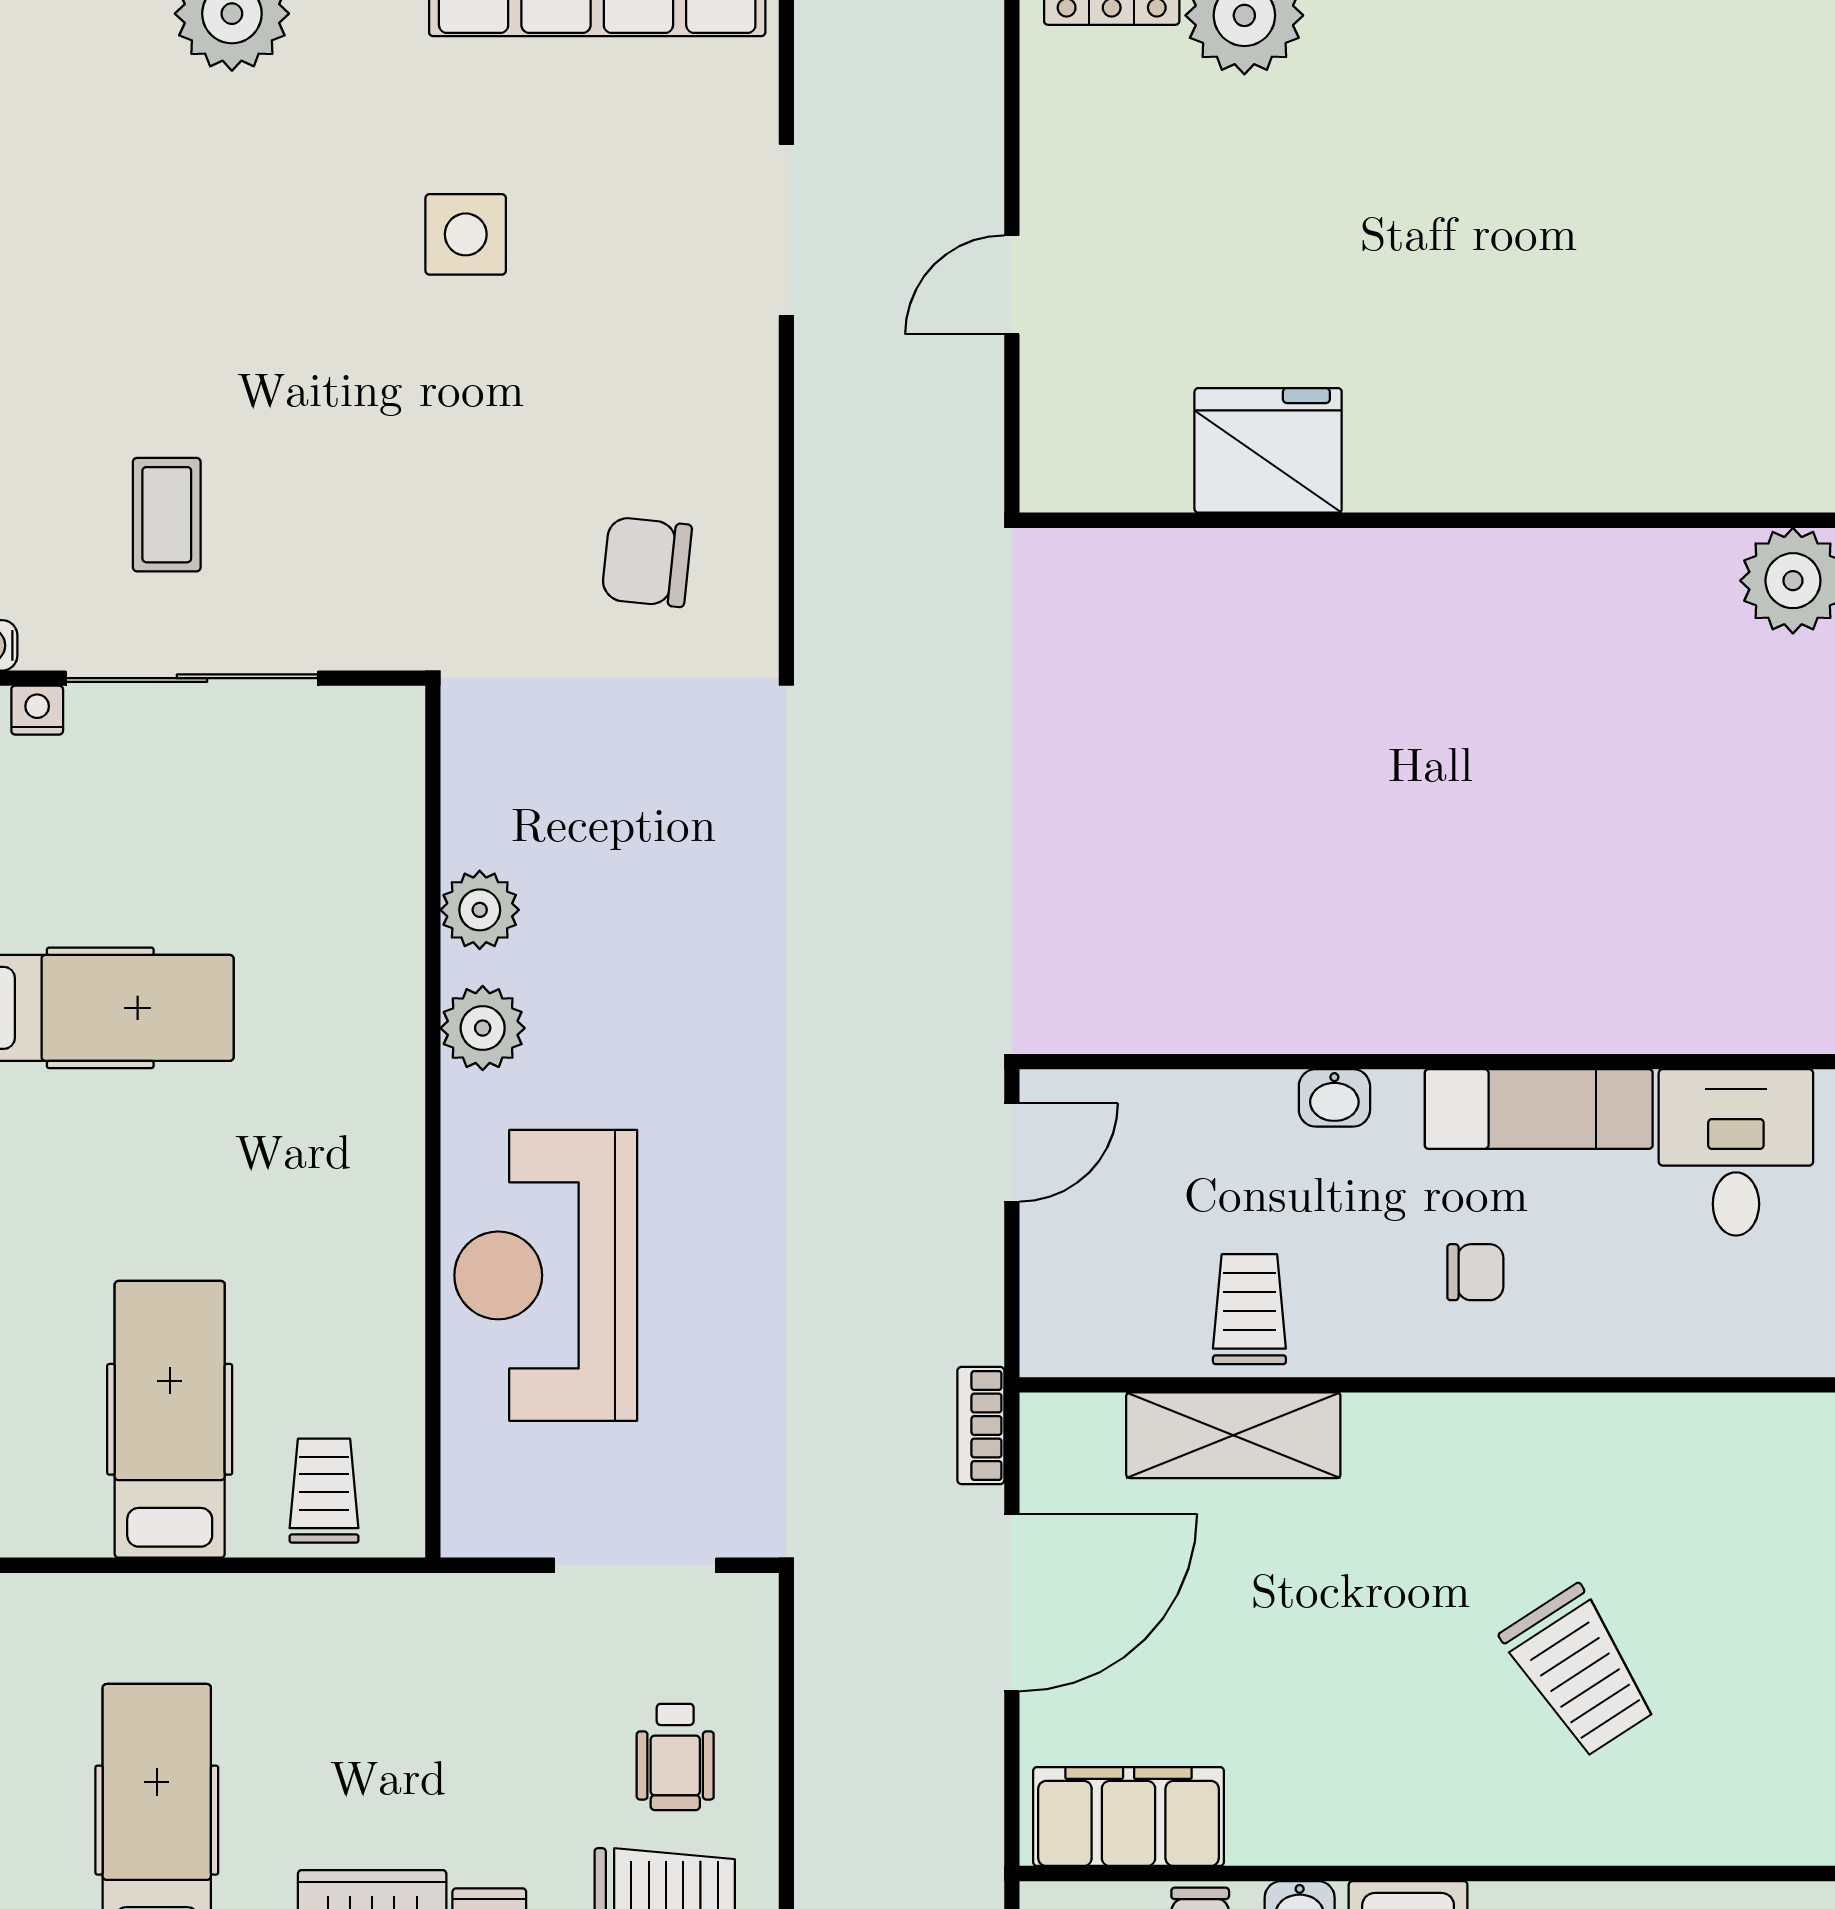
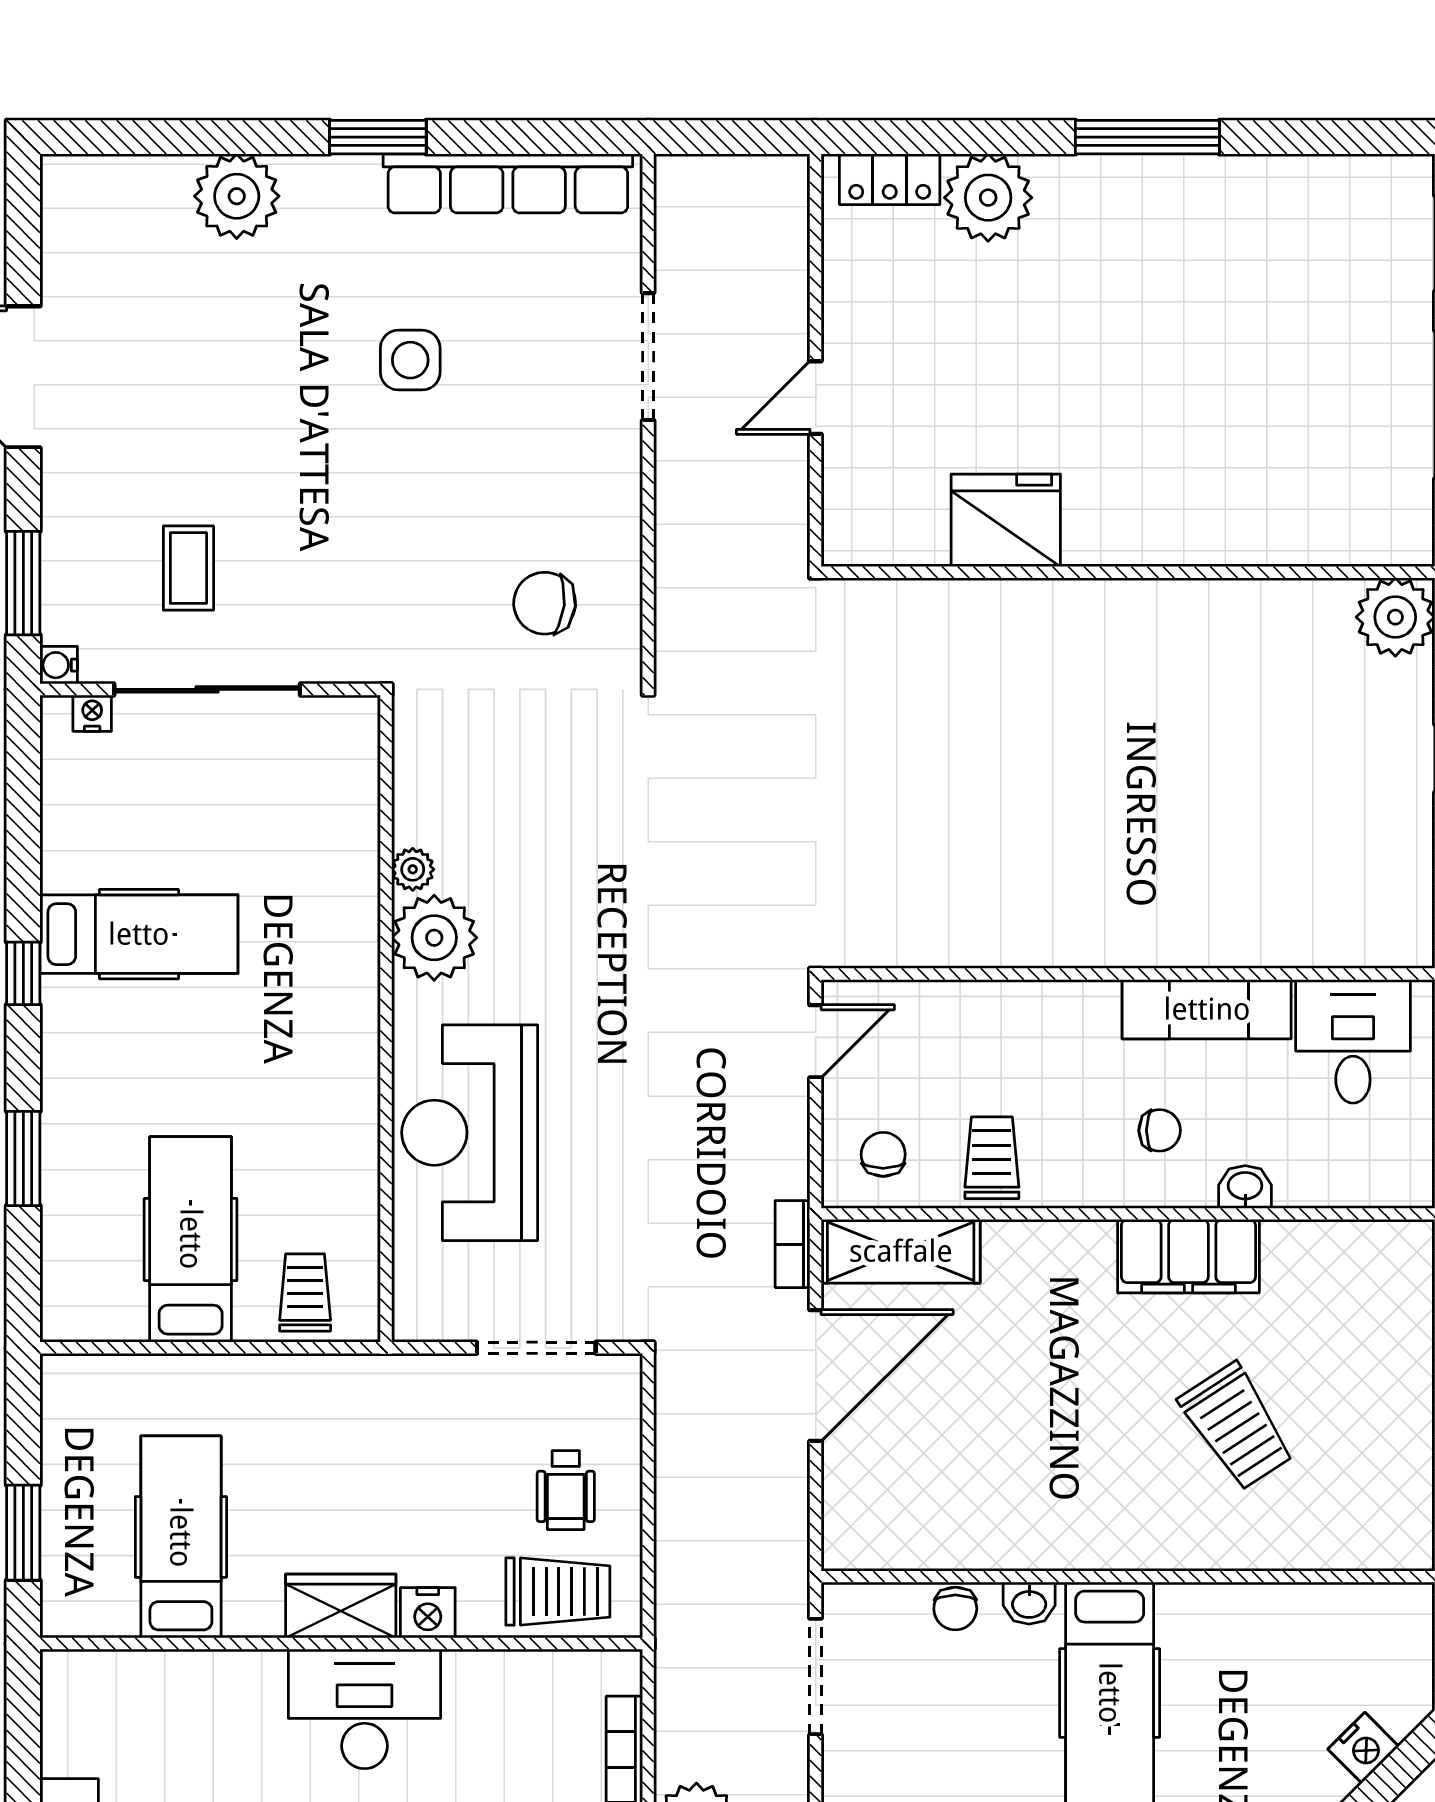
plant: (480, 910) -> (413, 869), width x0.73, depth x0.73
plant: (483, 1028) -> (434, 938), width x1.36, depth x1.36
washbasin: (1334, 1098) -> (1245, 1187), moved, turned 180
chair: (1103, 1305) -> (883, 1154), added
shelving: (1233, 1435) -> (901, 1251), moved
filing cabinet: (1129, 1816) -> (1188, 1256), moved, turned 180

